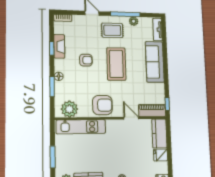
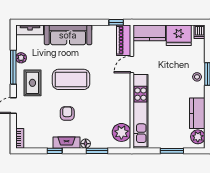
fireplace: (59, 46) -> (66, 143), moved
armchair: (102, 105) -> (117, 96), removed
kitchen unit: (81, 127) -> (141, 111), width x1.36
fridge: (161, 155) -> (179, 35), width x1.88, depth x1.34

